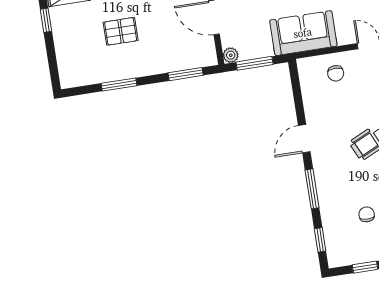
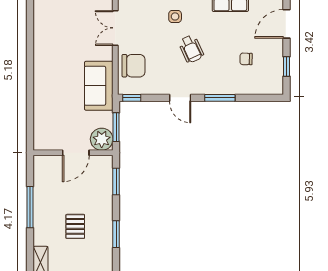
plant: (231, 55) -> (102, 139), width x1.88, depth x1.88
chair: (336, 73) -> (134, 66), width x1.87, depth x1.87
window: (320, 240) -> (132, 98), moved

